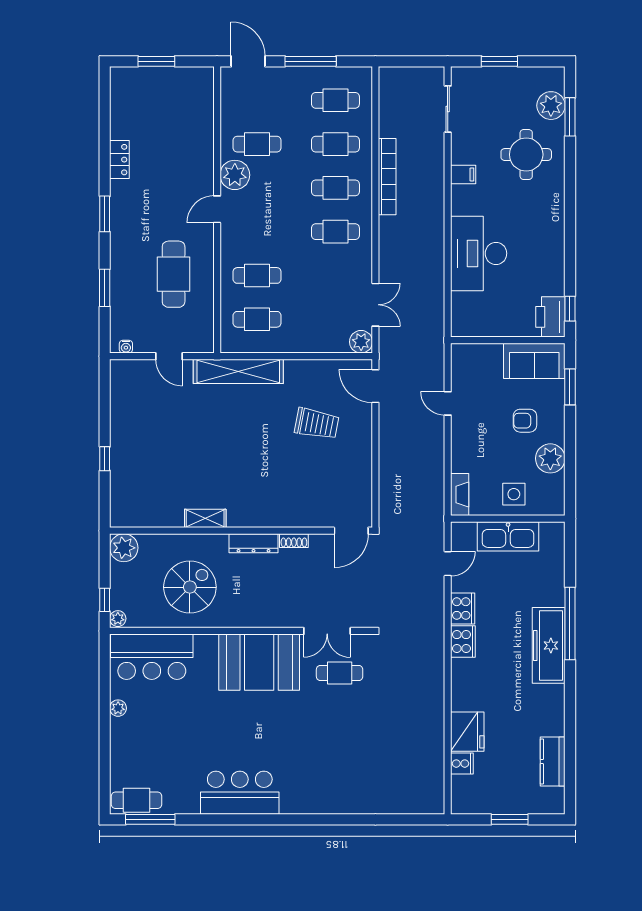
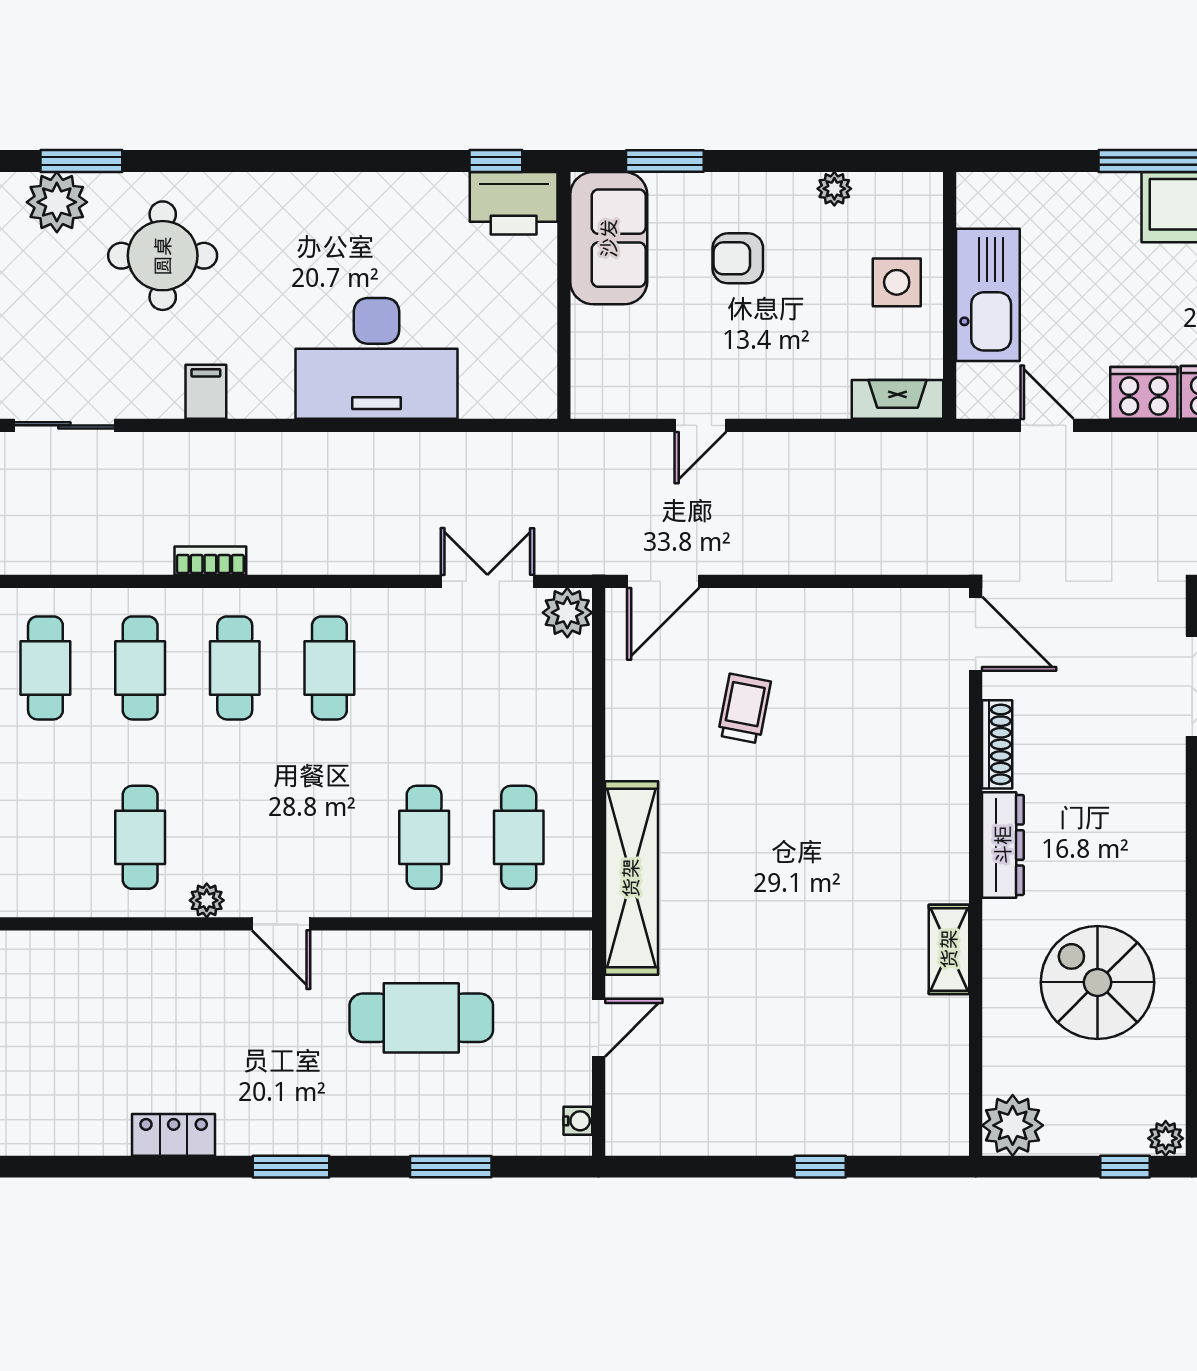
plant: (235, 175) -> (207, 900), width x0.53, depth x0.53
bookcase: (387, 177) -> (210, 561), width x0.43, depth x0.76
armchair: (525, 421) -> (738, 258), turned 90
trolley: (317, 424) -> (744, 709), width x0.73, depth x0.72
plant: (550, 458) -> (834, 189), width x0.53, depth x0.53
shoe rack: (294, 541) -> (997, 744), width x1.43

